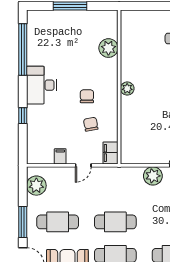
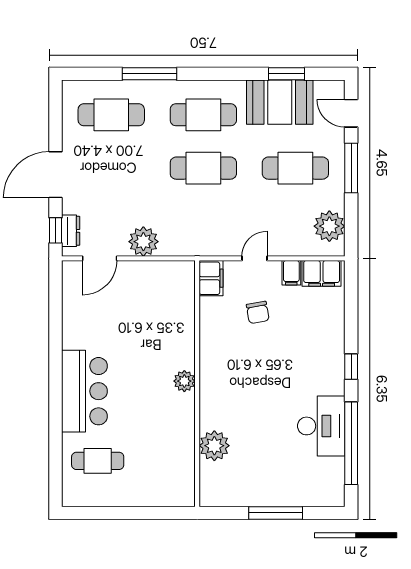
desk: (41, 85) -> (321, 426), moved
chair: (87, 96) -> (249, 369), removed
window: (23, 116) -> (351, 367), moved
chair: (91, 124) -> (258, 312), moved
filing cabinet: (41, 156) -> (322, 273), added

